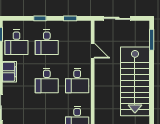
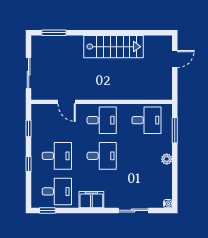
door: (93, 51) -> (67, 102), swing flipped
stairs: (135, 81) -> (114, 47), width x0.73, depth x0.66

